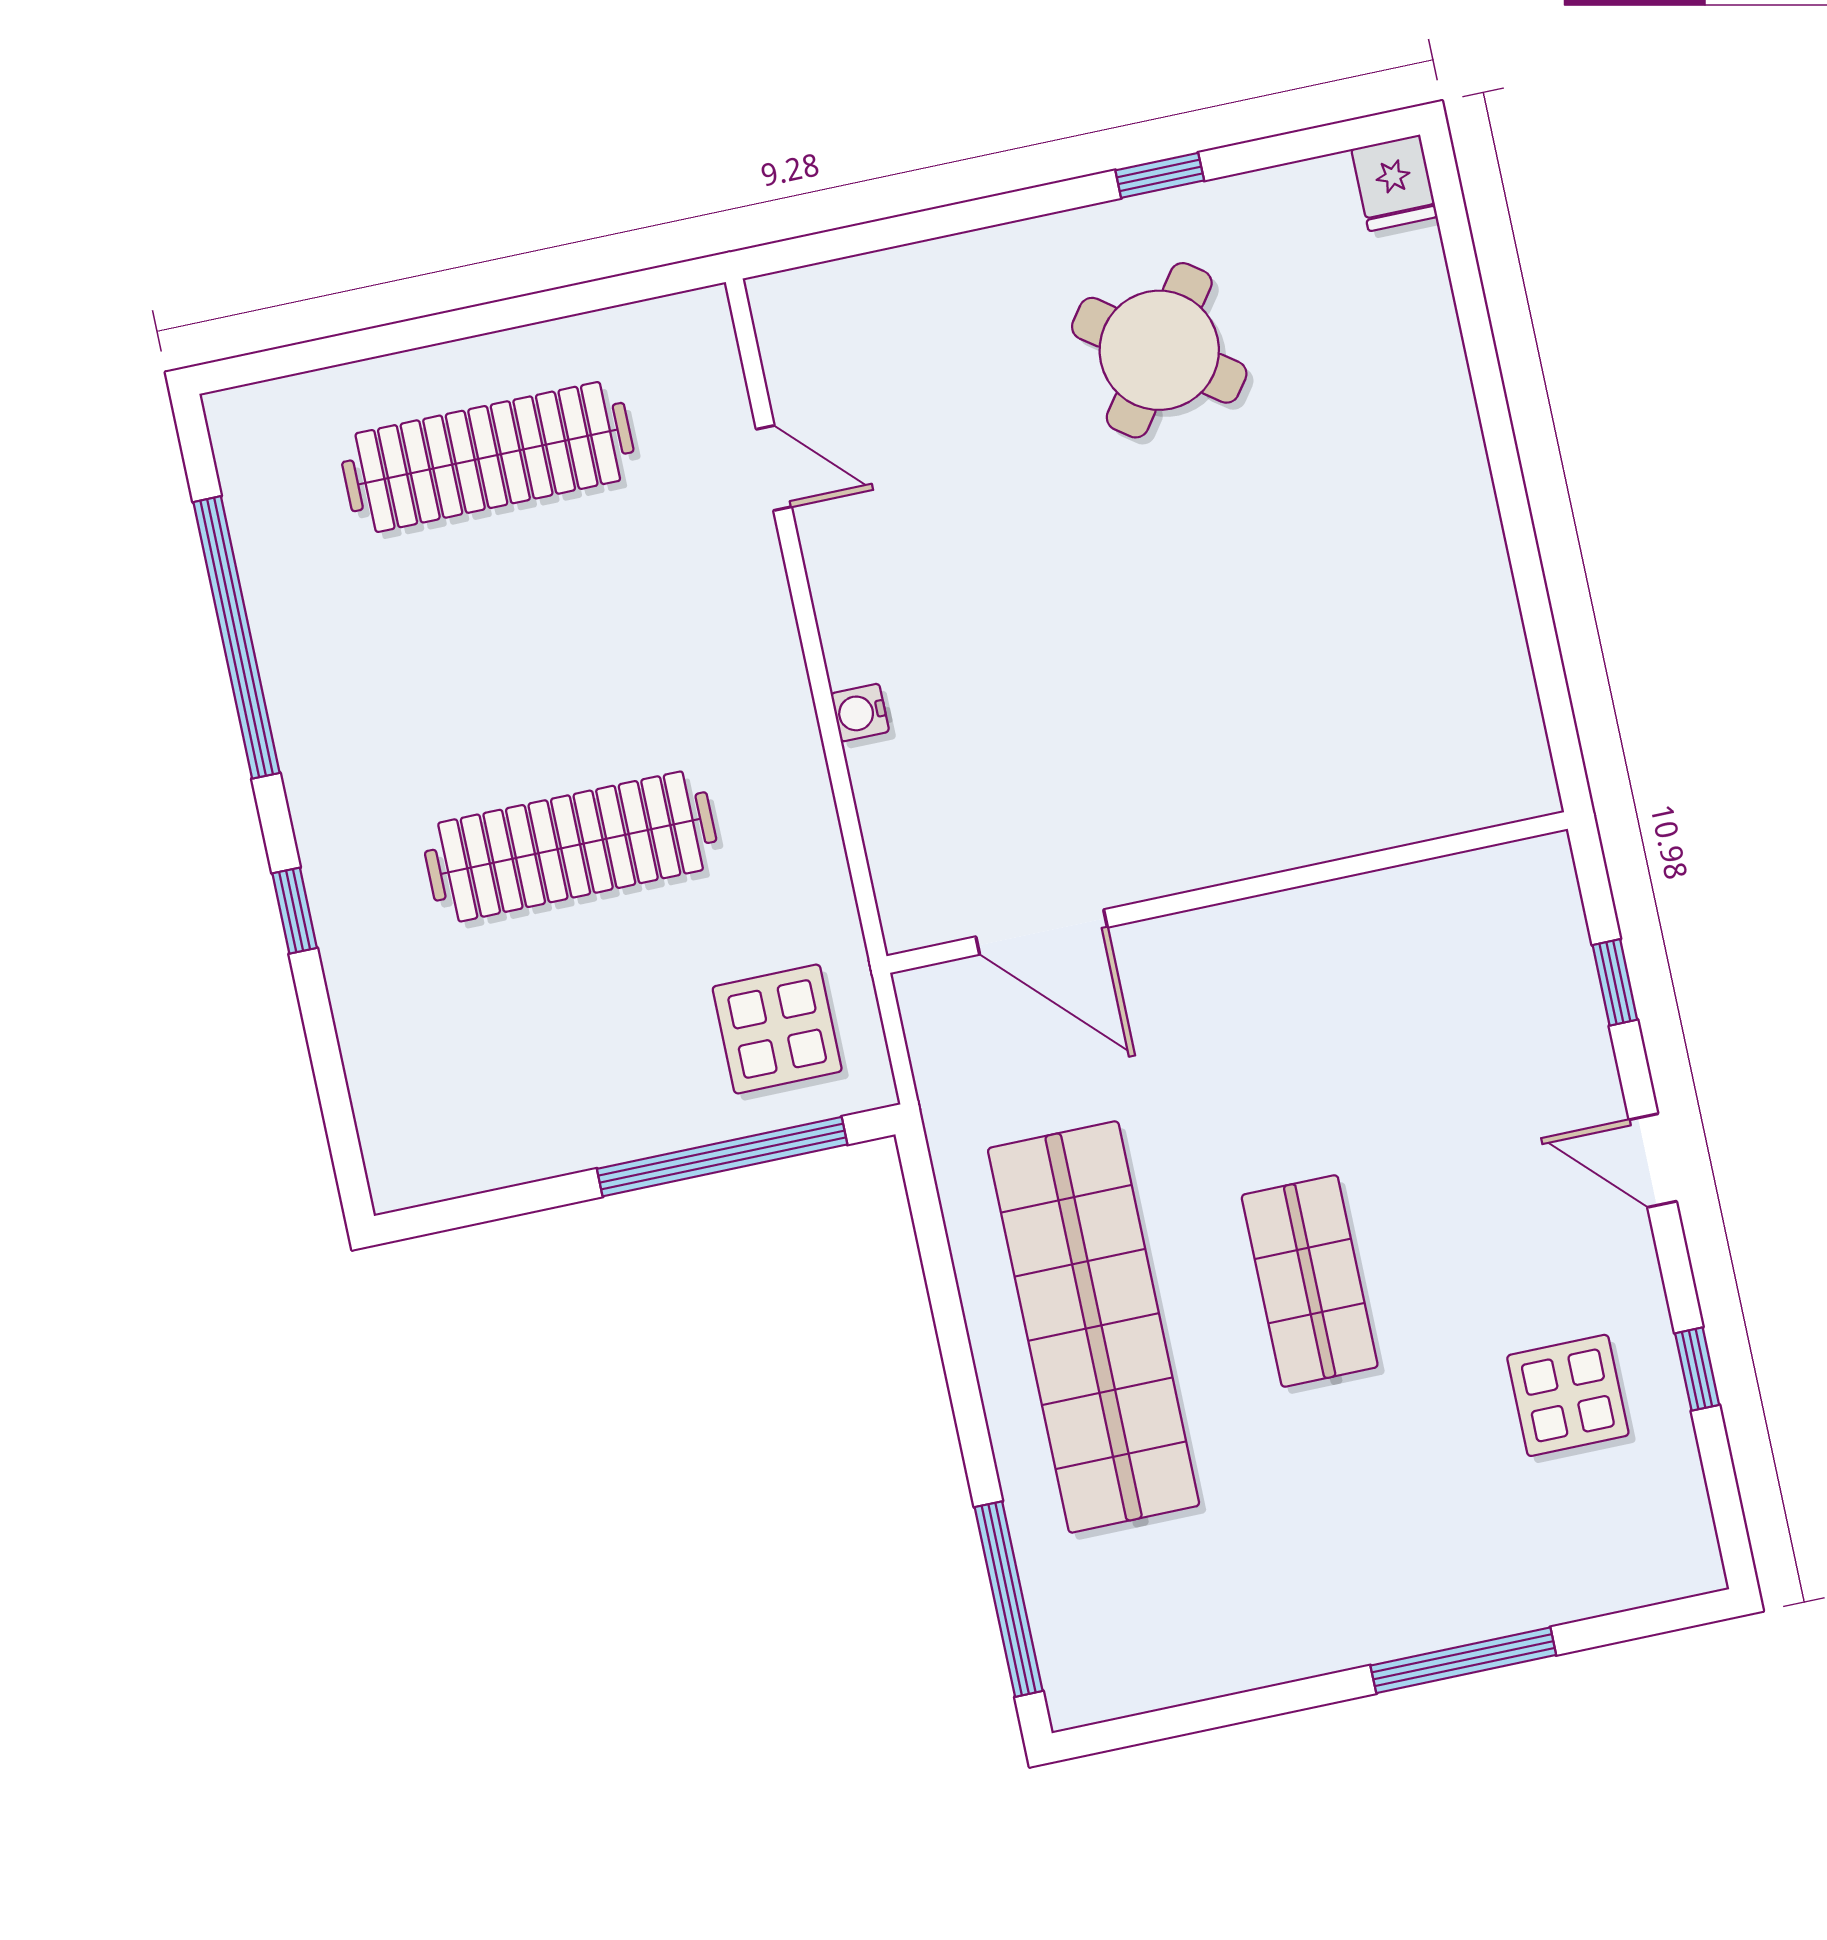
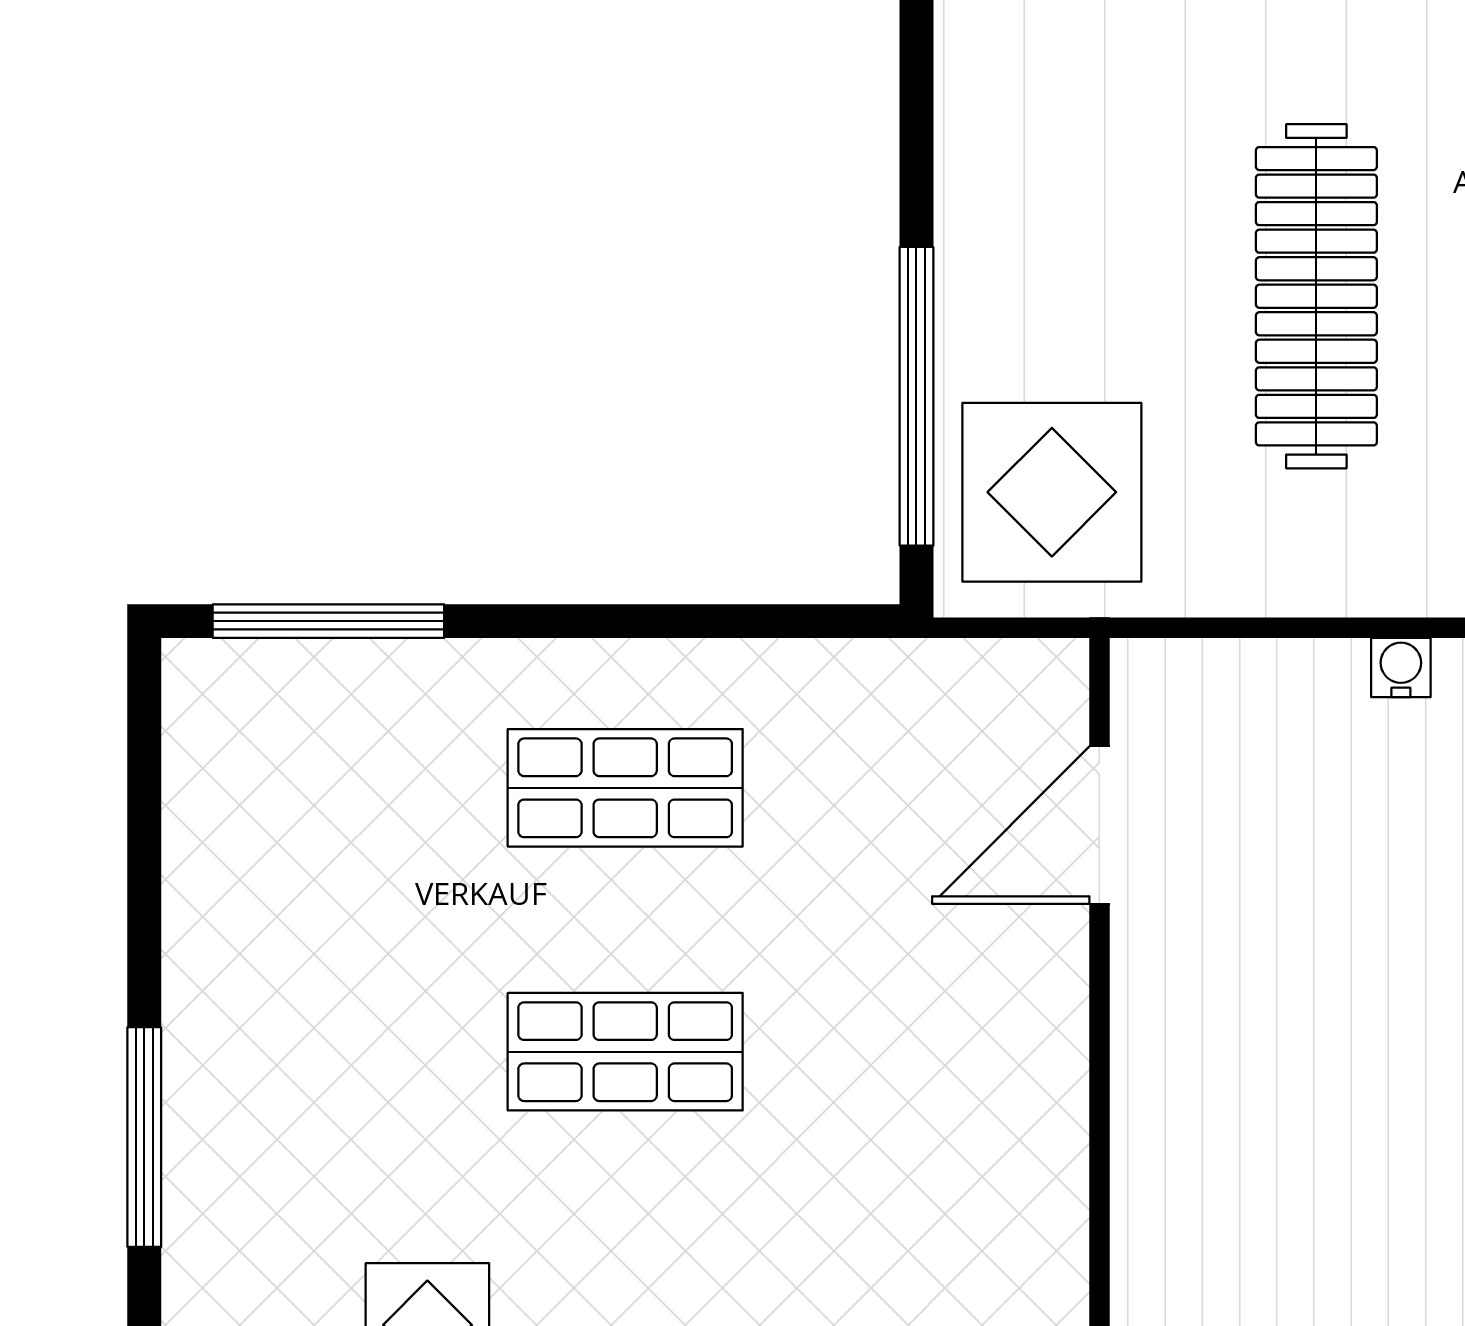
display table: (777, 1029) -> (1052, 492), width x1.36, depth x1.36
shop shelf: (1094, 1327) -> (625, 788), width x0.50, depth x0.74

